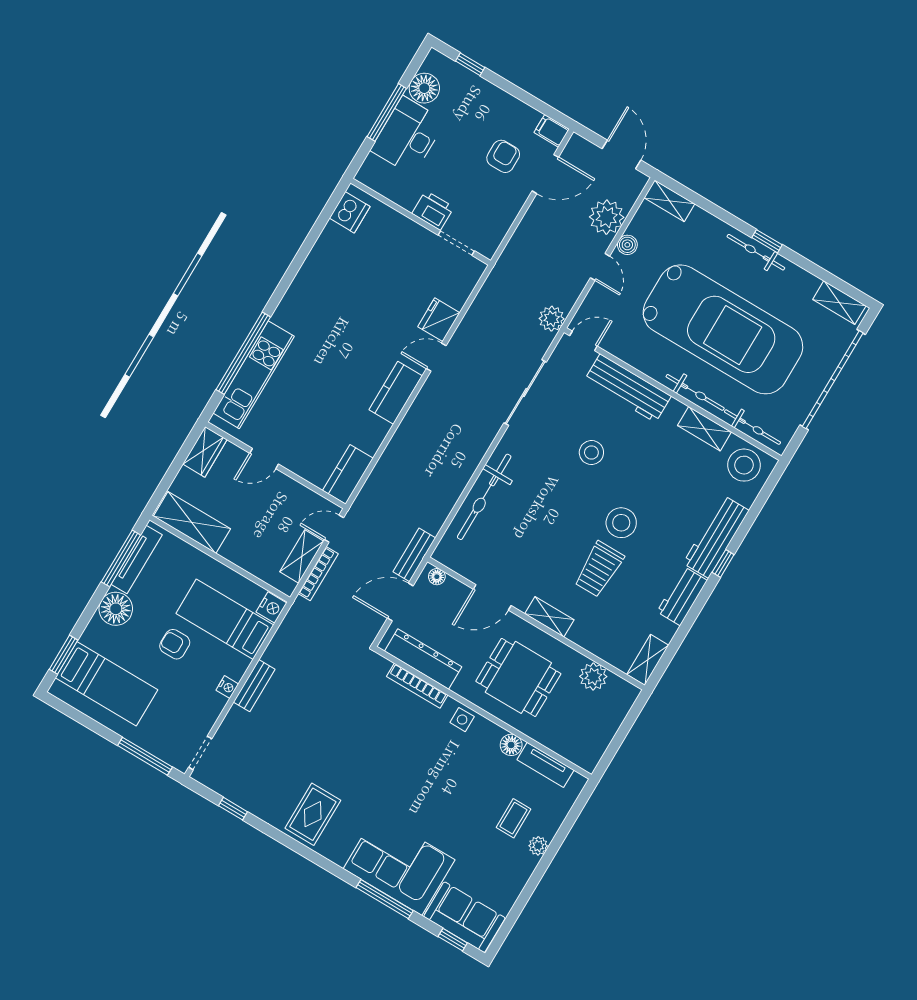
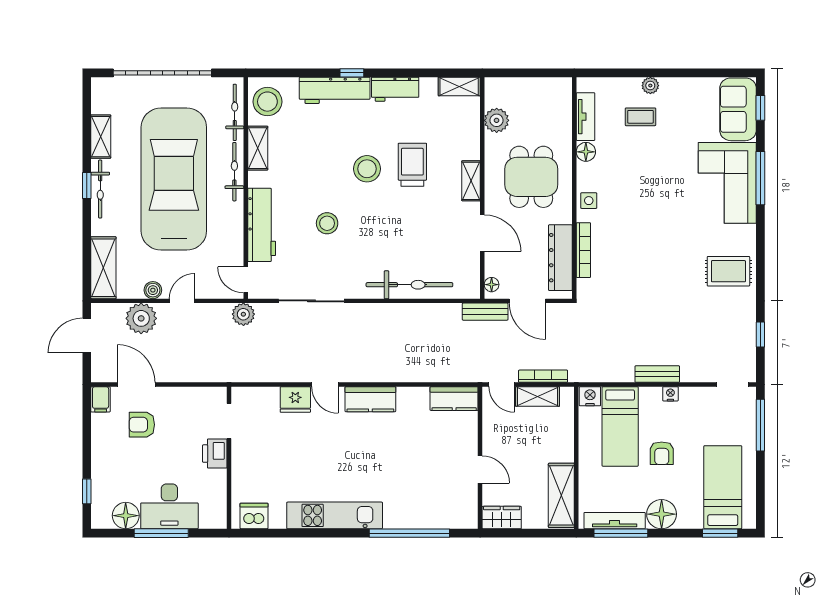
shelving: (669, 201) -> (103, 268), width x1.50, depth x1.33
shelving: (839, 303) -> (101, 137), moved
kitchen unit: (254, 375) -> (335, 515), moved
trolley: (599, 569) -> (412, 165), turned -90

